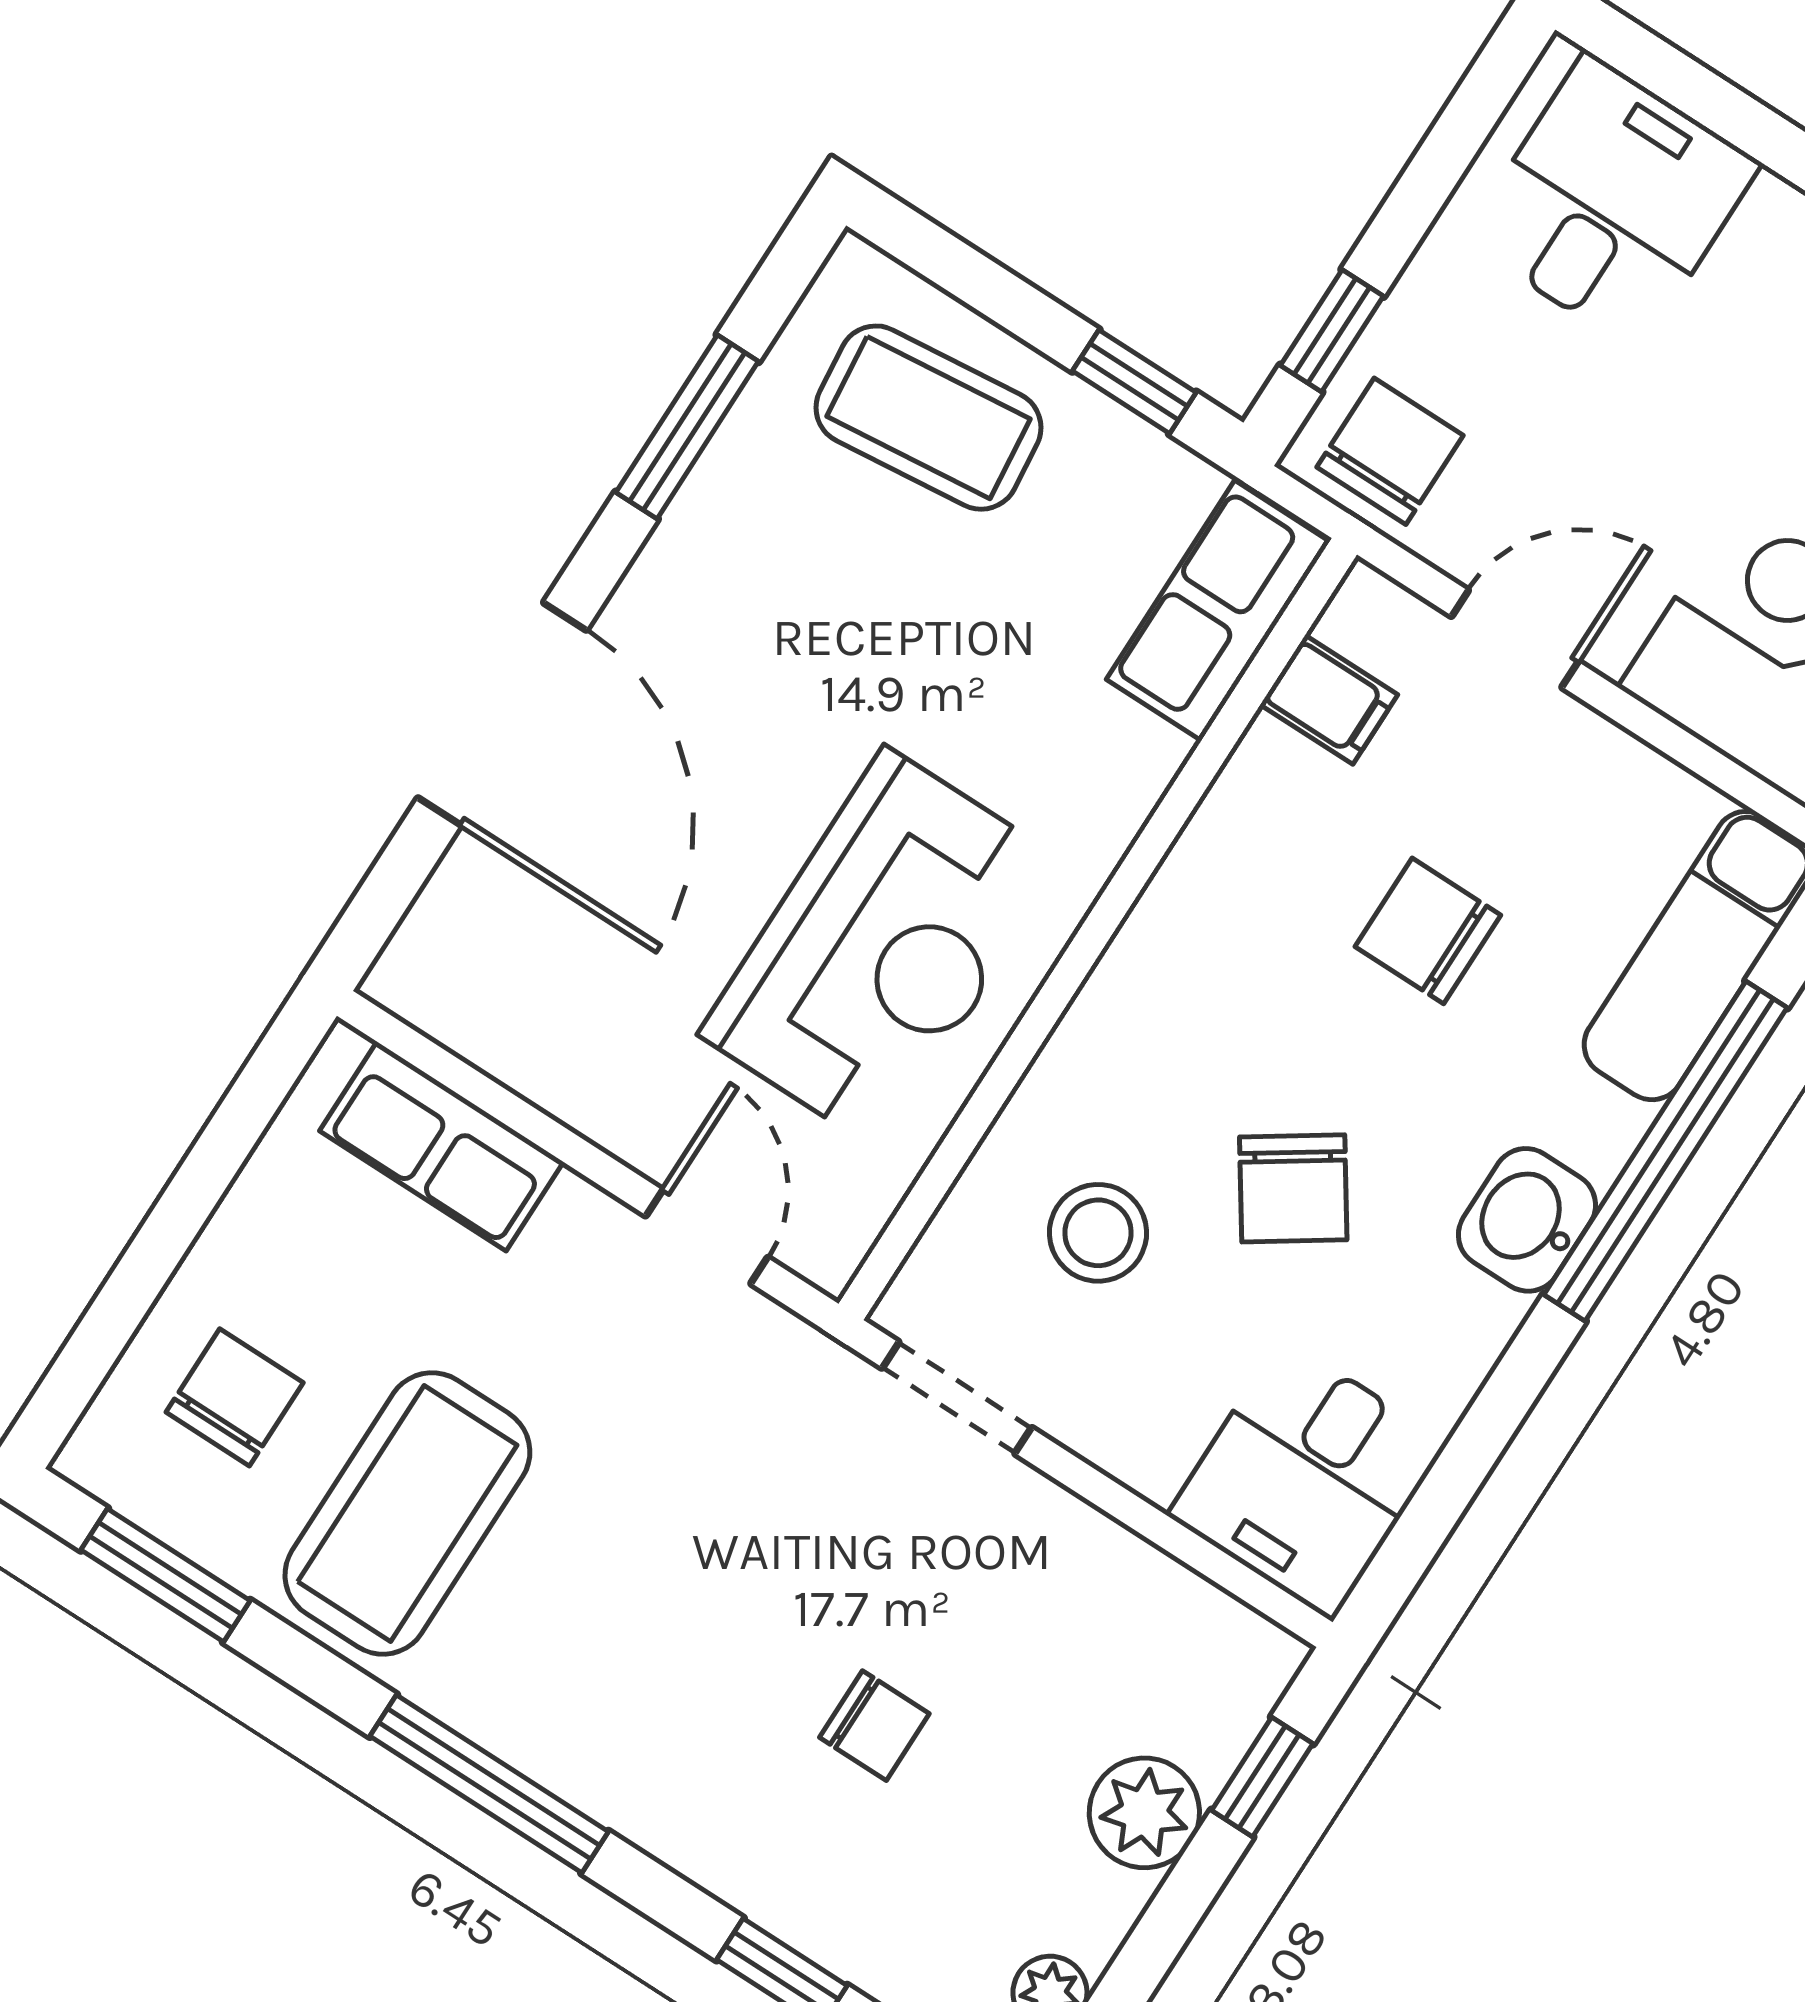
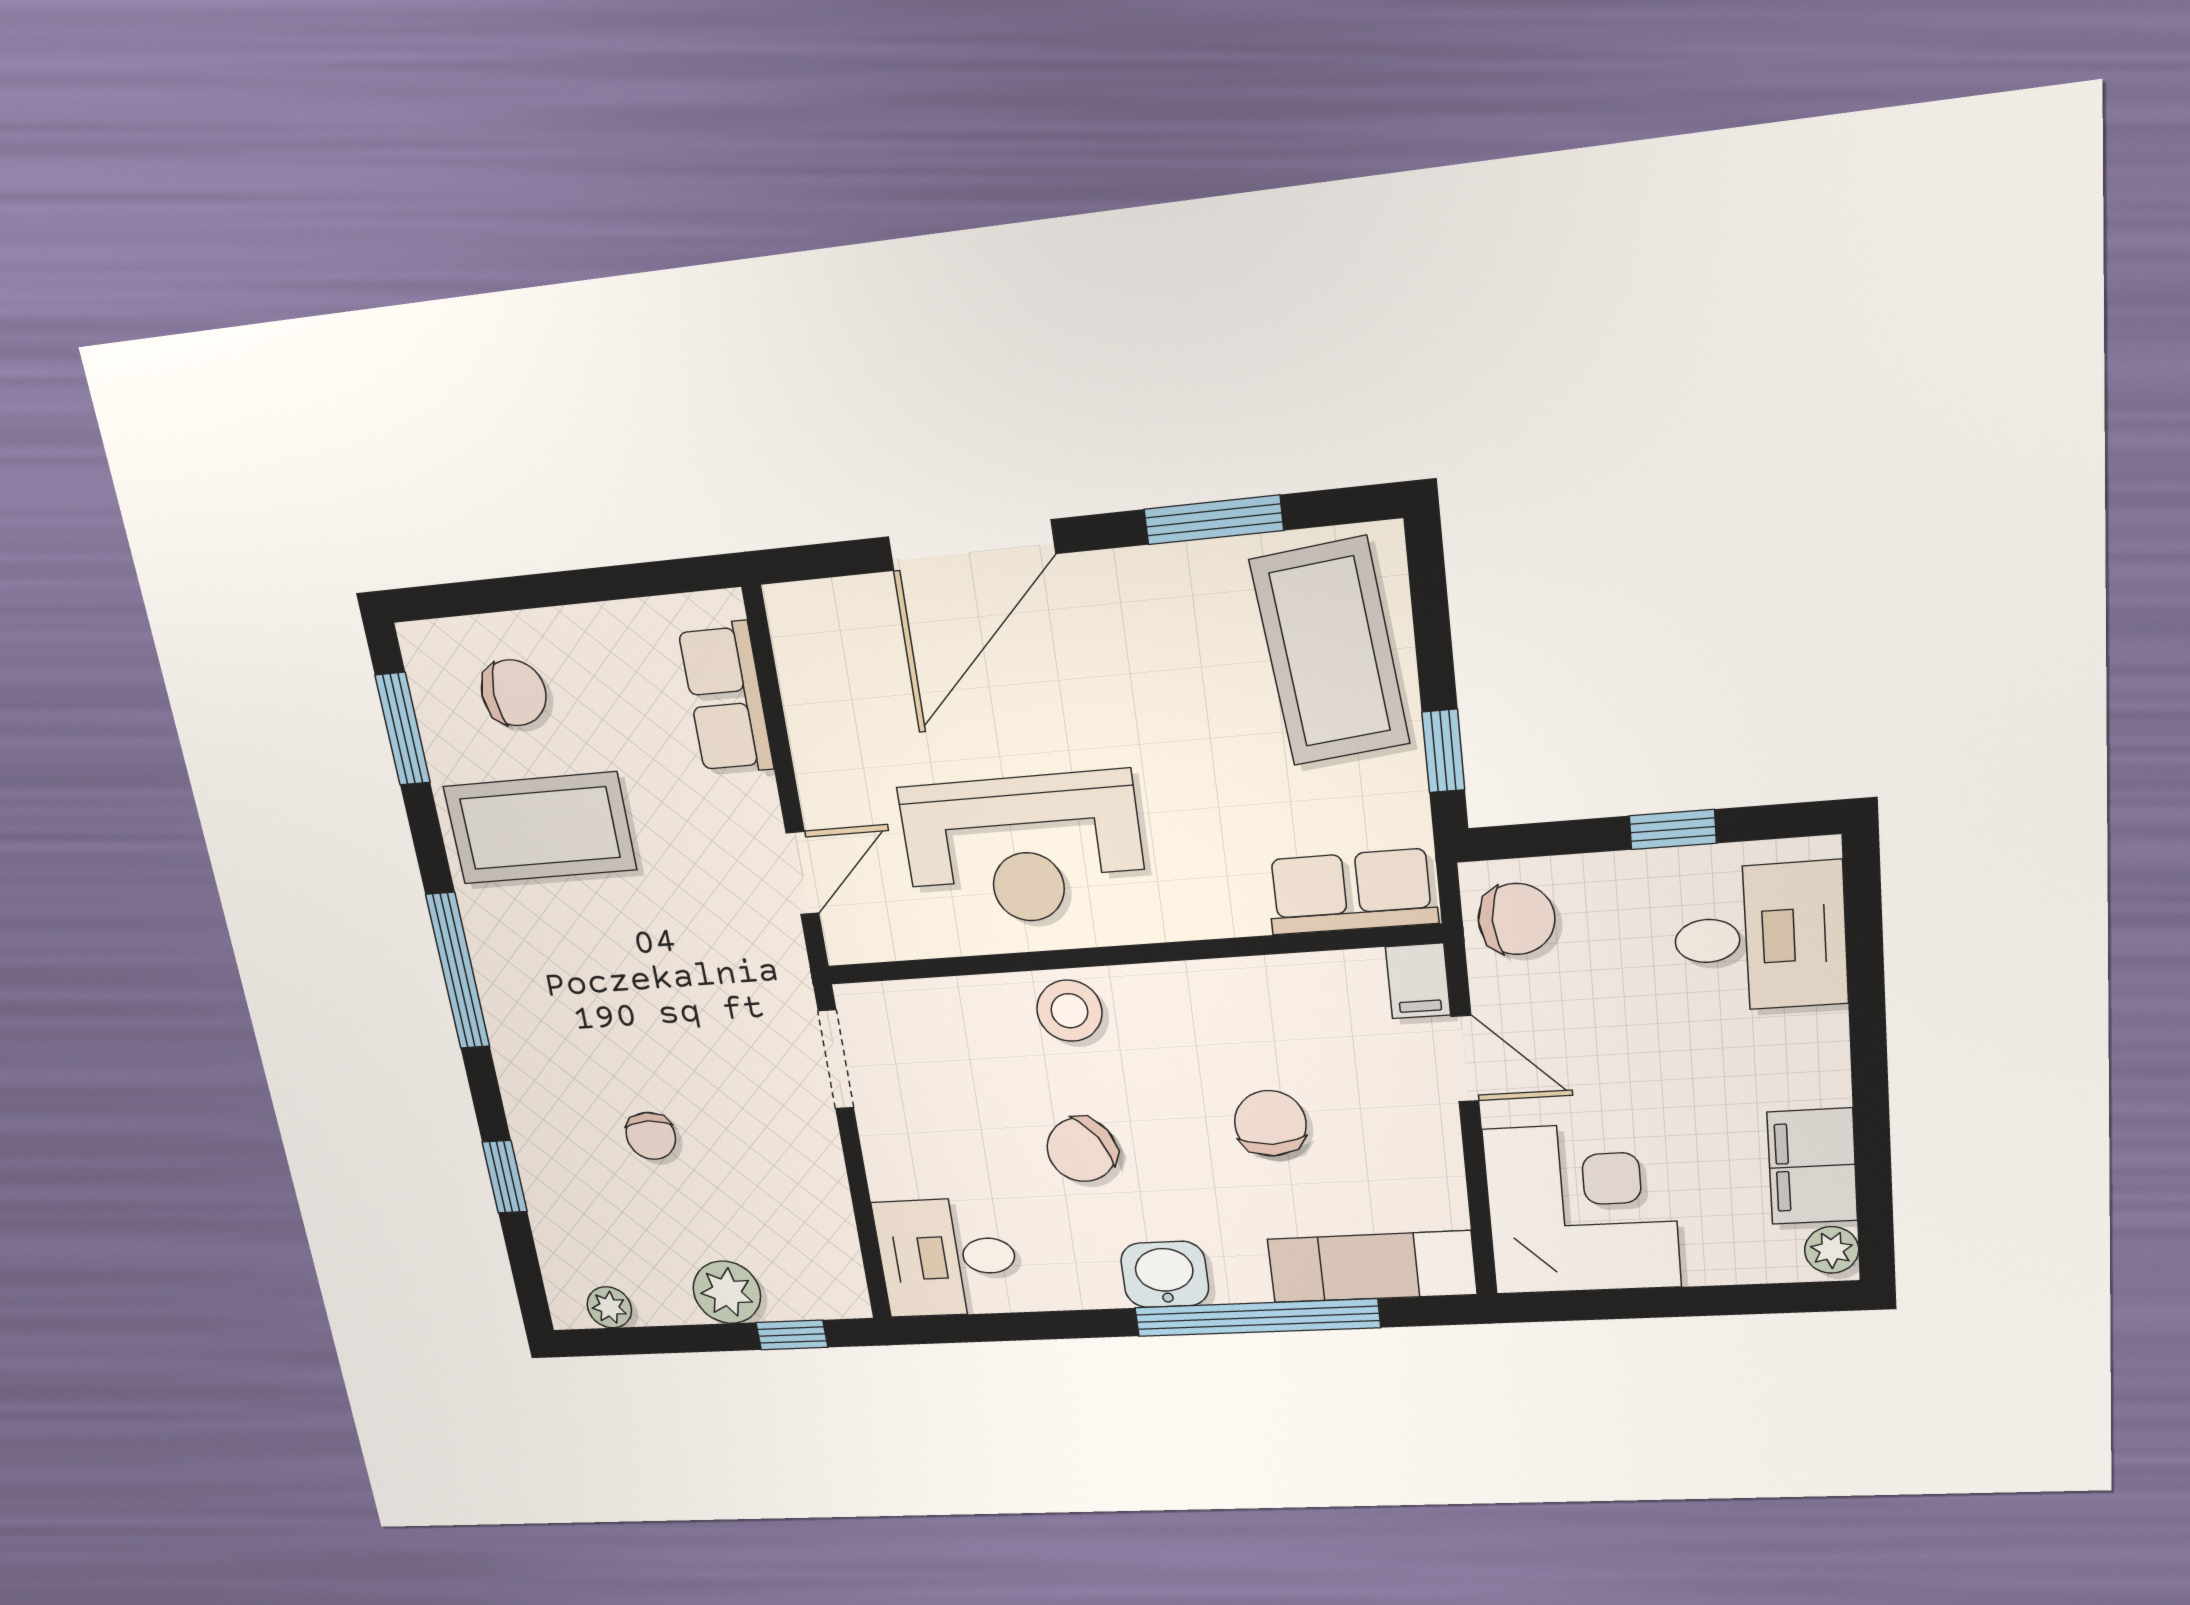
window: (1332, 331) -> (1673, 829), moved
coffee table: (928, 418) -> (1330, 652), width x1.36, depth x1.32
filing cabinet: (1329, 700) -> (1418, 981), moved
stool: (1098, 1233) -> (1069, 1011), moved

